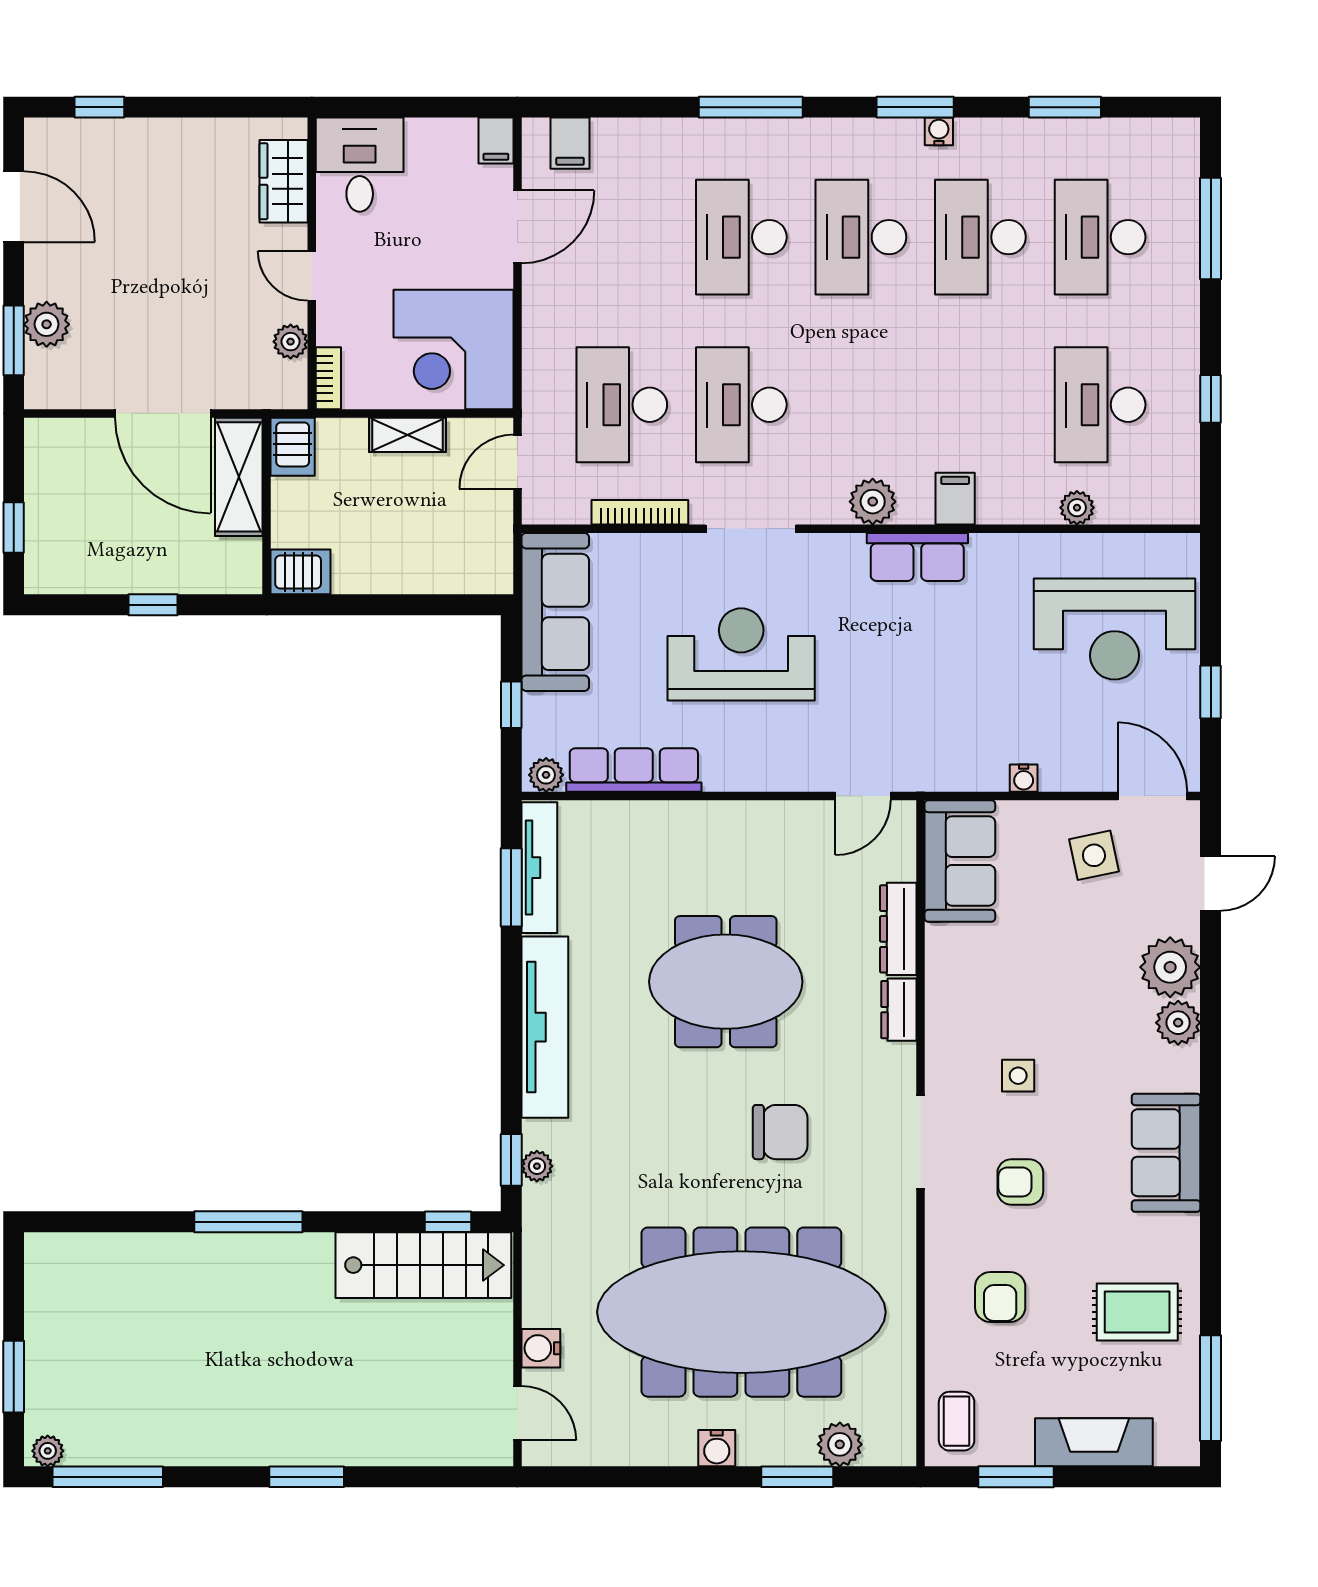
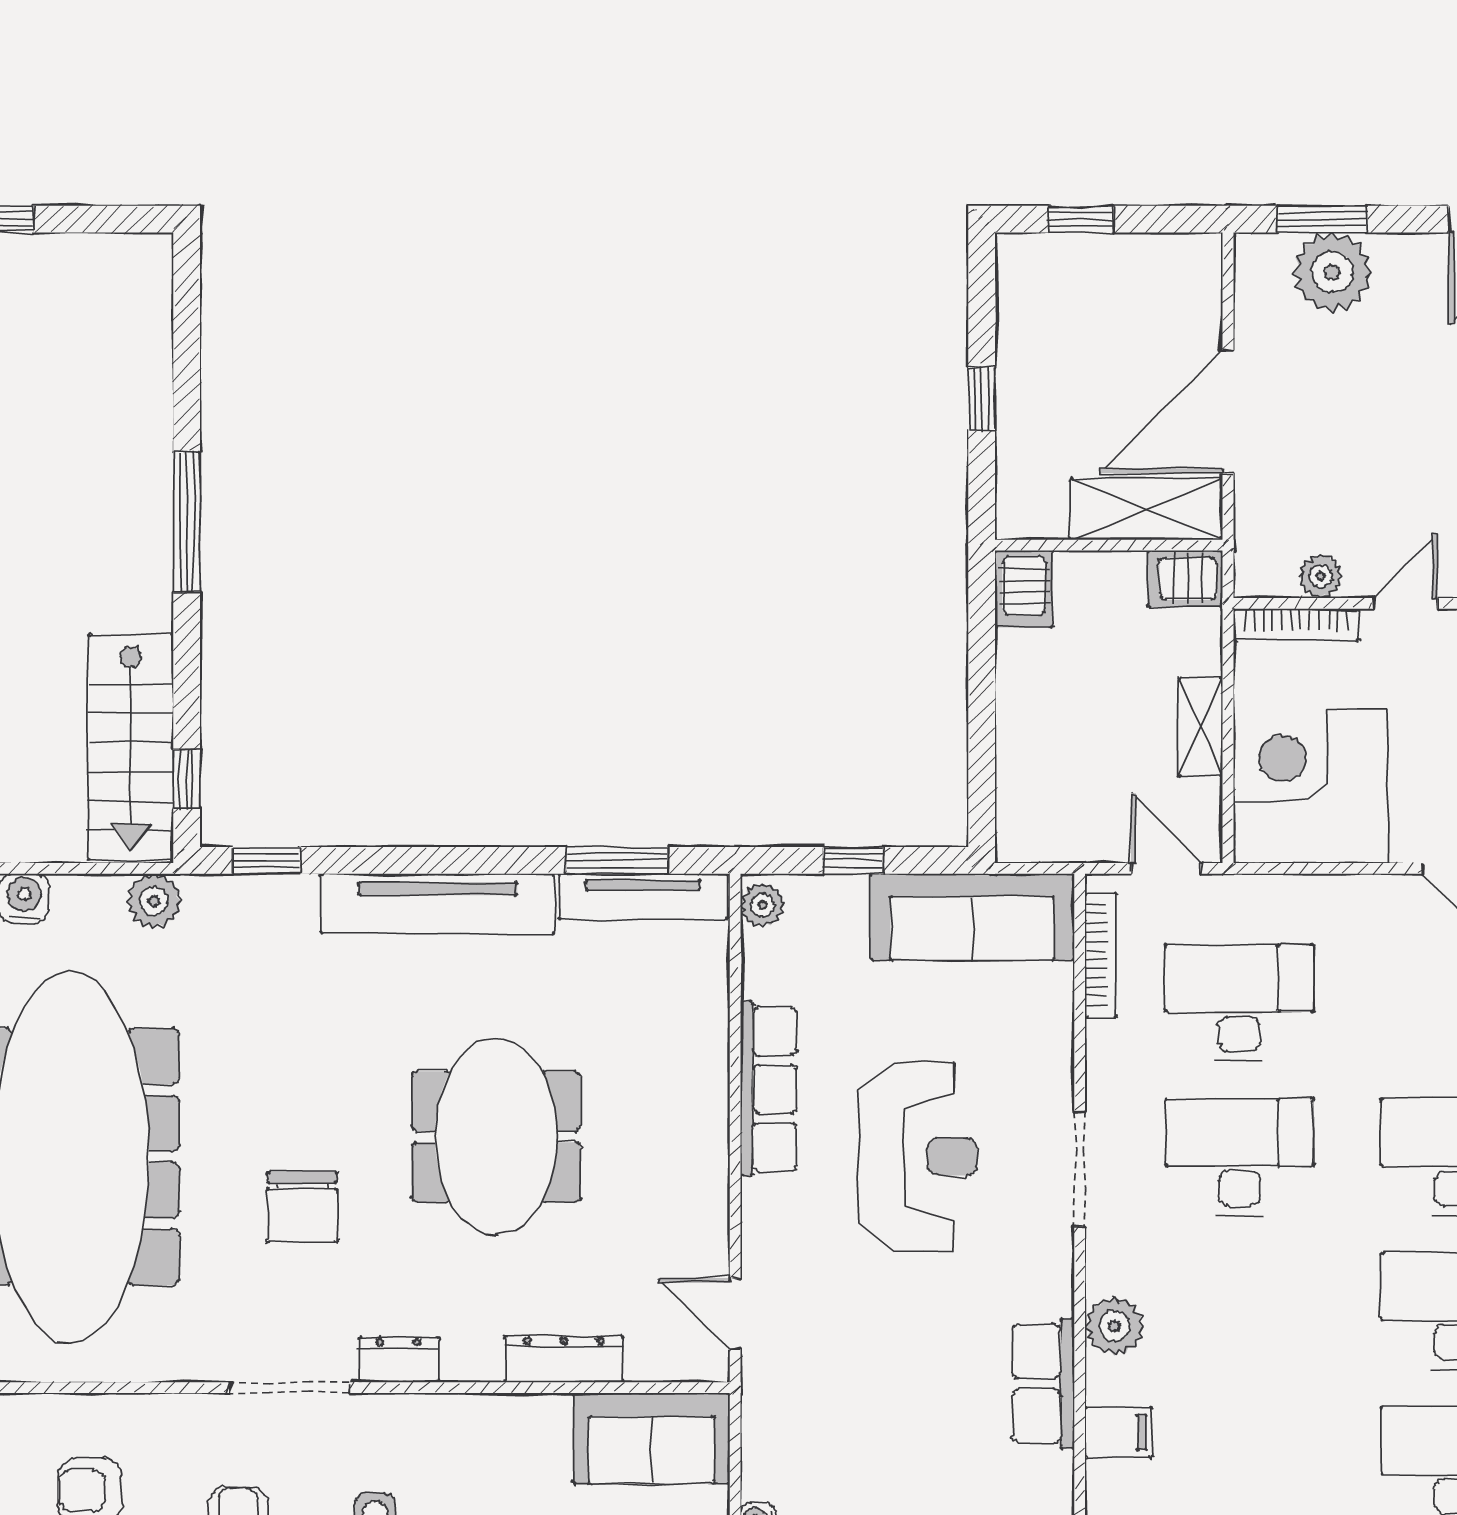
plant: (47, 324) -> (1332, 272), width x1.36, depth x1.36
bookcase: (328, 378) -> (1296, 625), width x1.56
bookcase: (640, 512) -> (1101, 955), moved
row of seats: (634, 770) -> (769, 1089), moved
dresser: (899, 1010) -> (399, 1360), moved
plant: (537, 1166) -> (154, 901), moved, width x1.38, depth x1.38

